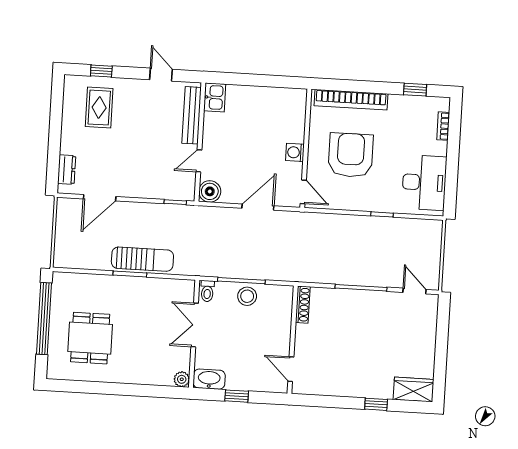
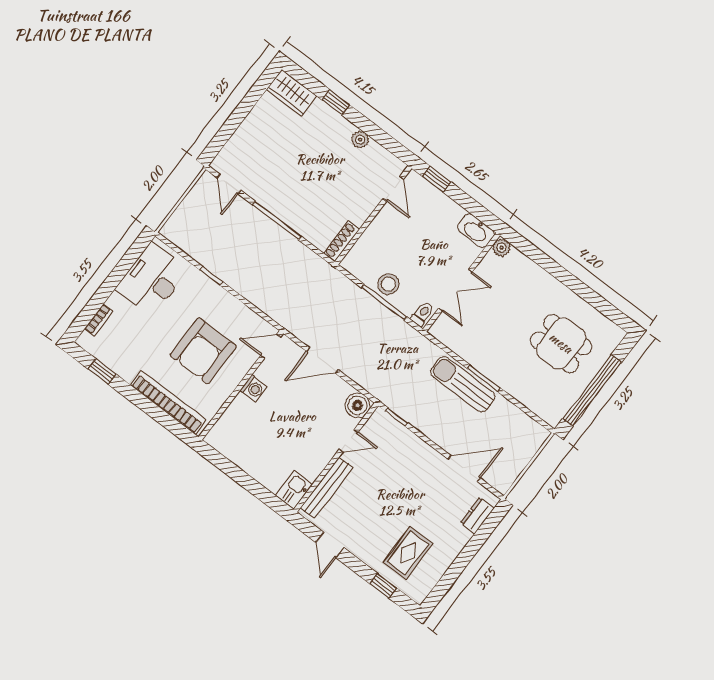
door: (303, 192) -> (271, 346), hinge flipped
dining table: (90, 338) -> (561, 343), turned 90
plant: (340, 389) -> (360, 140), added
window: (237, 396) -> (437, 179), moved

